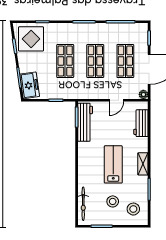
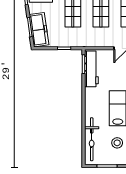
freezer: (30, 85) -> (39, 30), width x1.40
bicycle: (83, 204) -> (92, 139), width x1.37, depth x1.40

